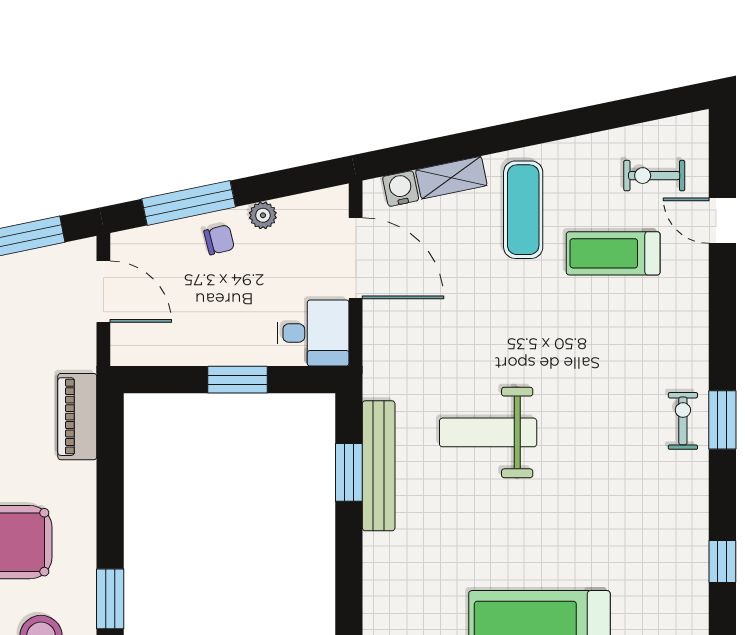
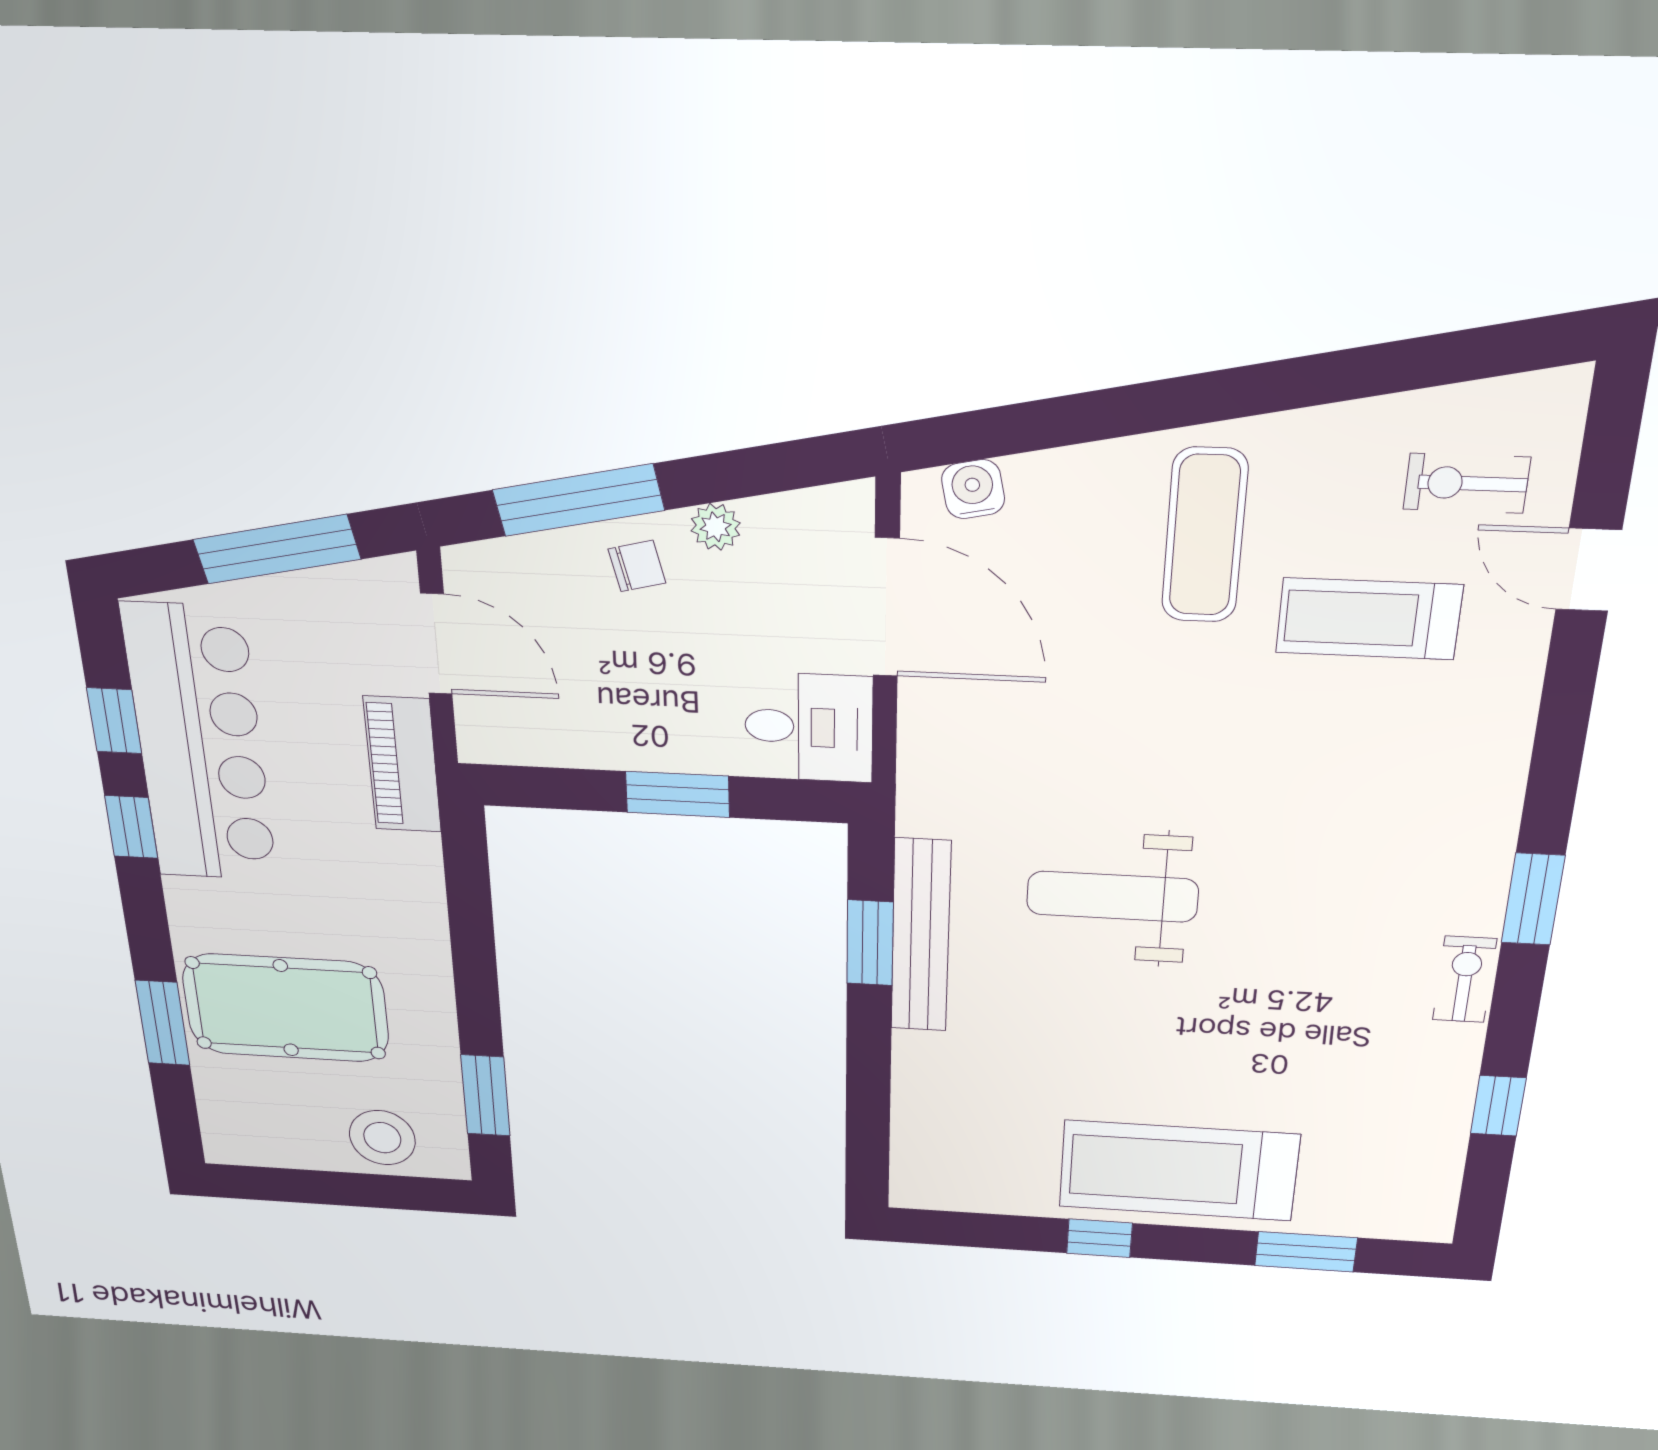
shelving: (451, 178) -> (1071, 473), removed
piano: (77, 417) -> (402, 765), moved
exercise bike: (683, 421) -> (1465, 979), moved

